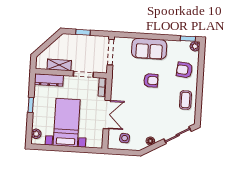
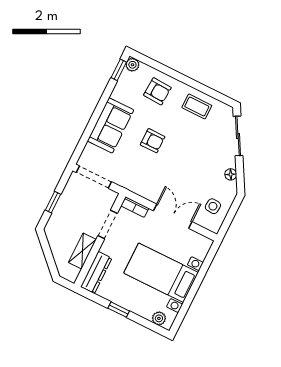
armchair: (184, 70) -> (157, 91), turned -93
armchair: (151, 80) -> (153, 141), turned 90

